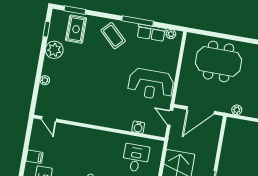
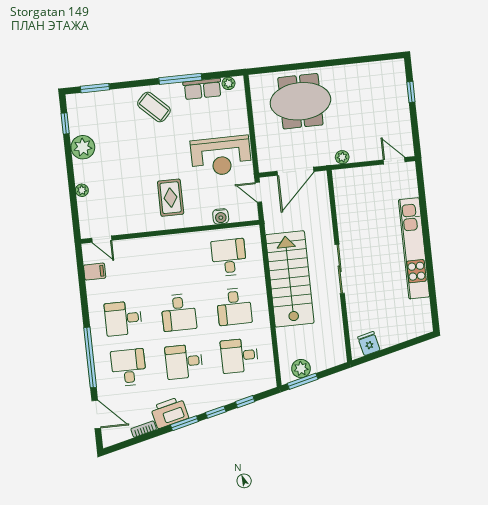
rug: (76, 29) -> (171, 198), moved
filing cabinet: (34, 157) -> (95, 272), moved

